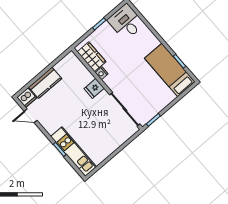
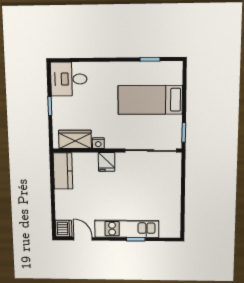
bed: (170, 70) -> (150, 100), moved
kitchen counter: (45, 83) -> (63, 171), moved
door: (31, 116) -> (83, 239), swing flipped
kitchen unit: (74, 152) -> (127, 229), moved

